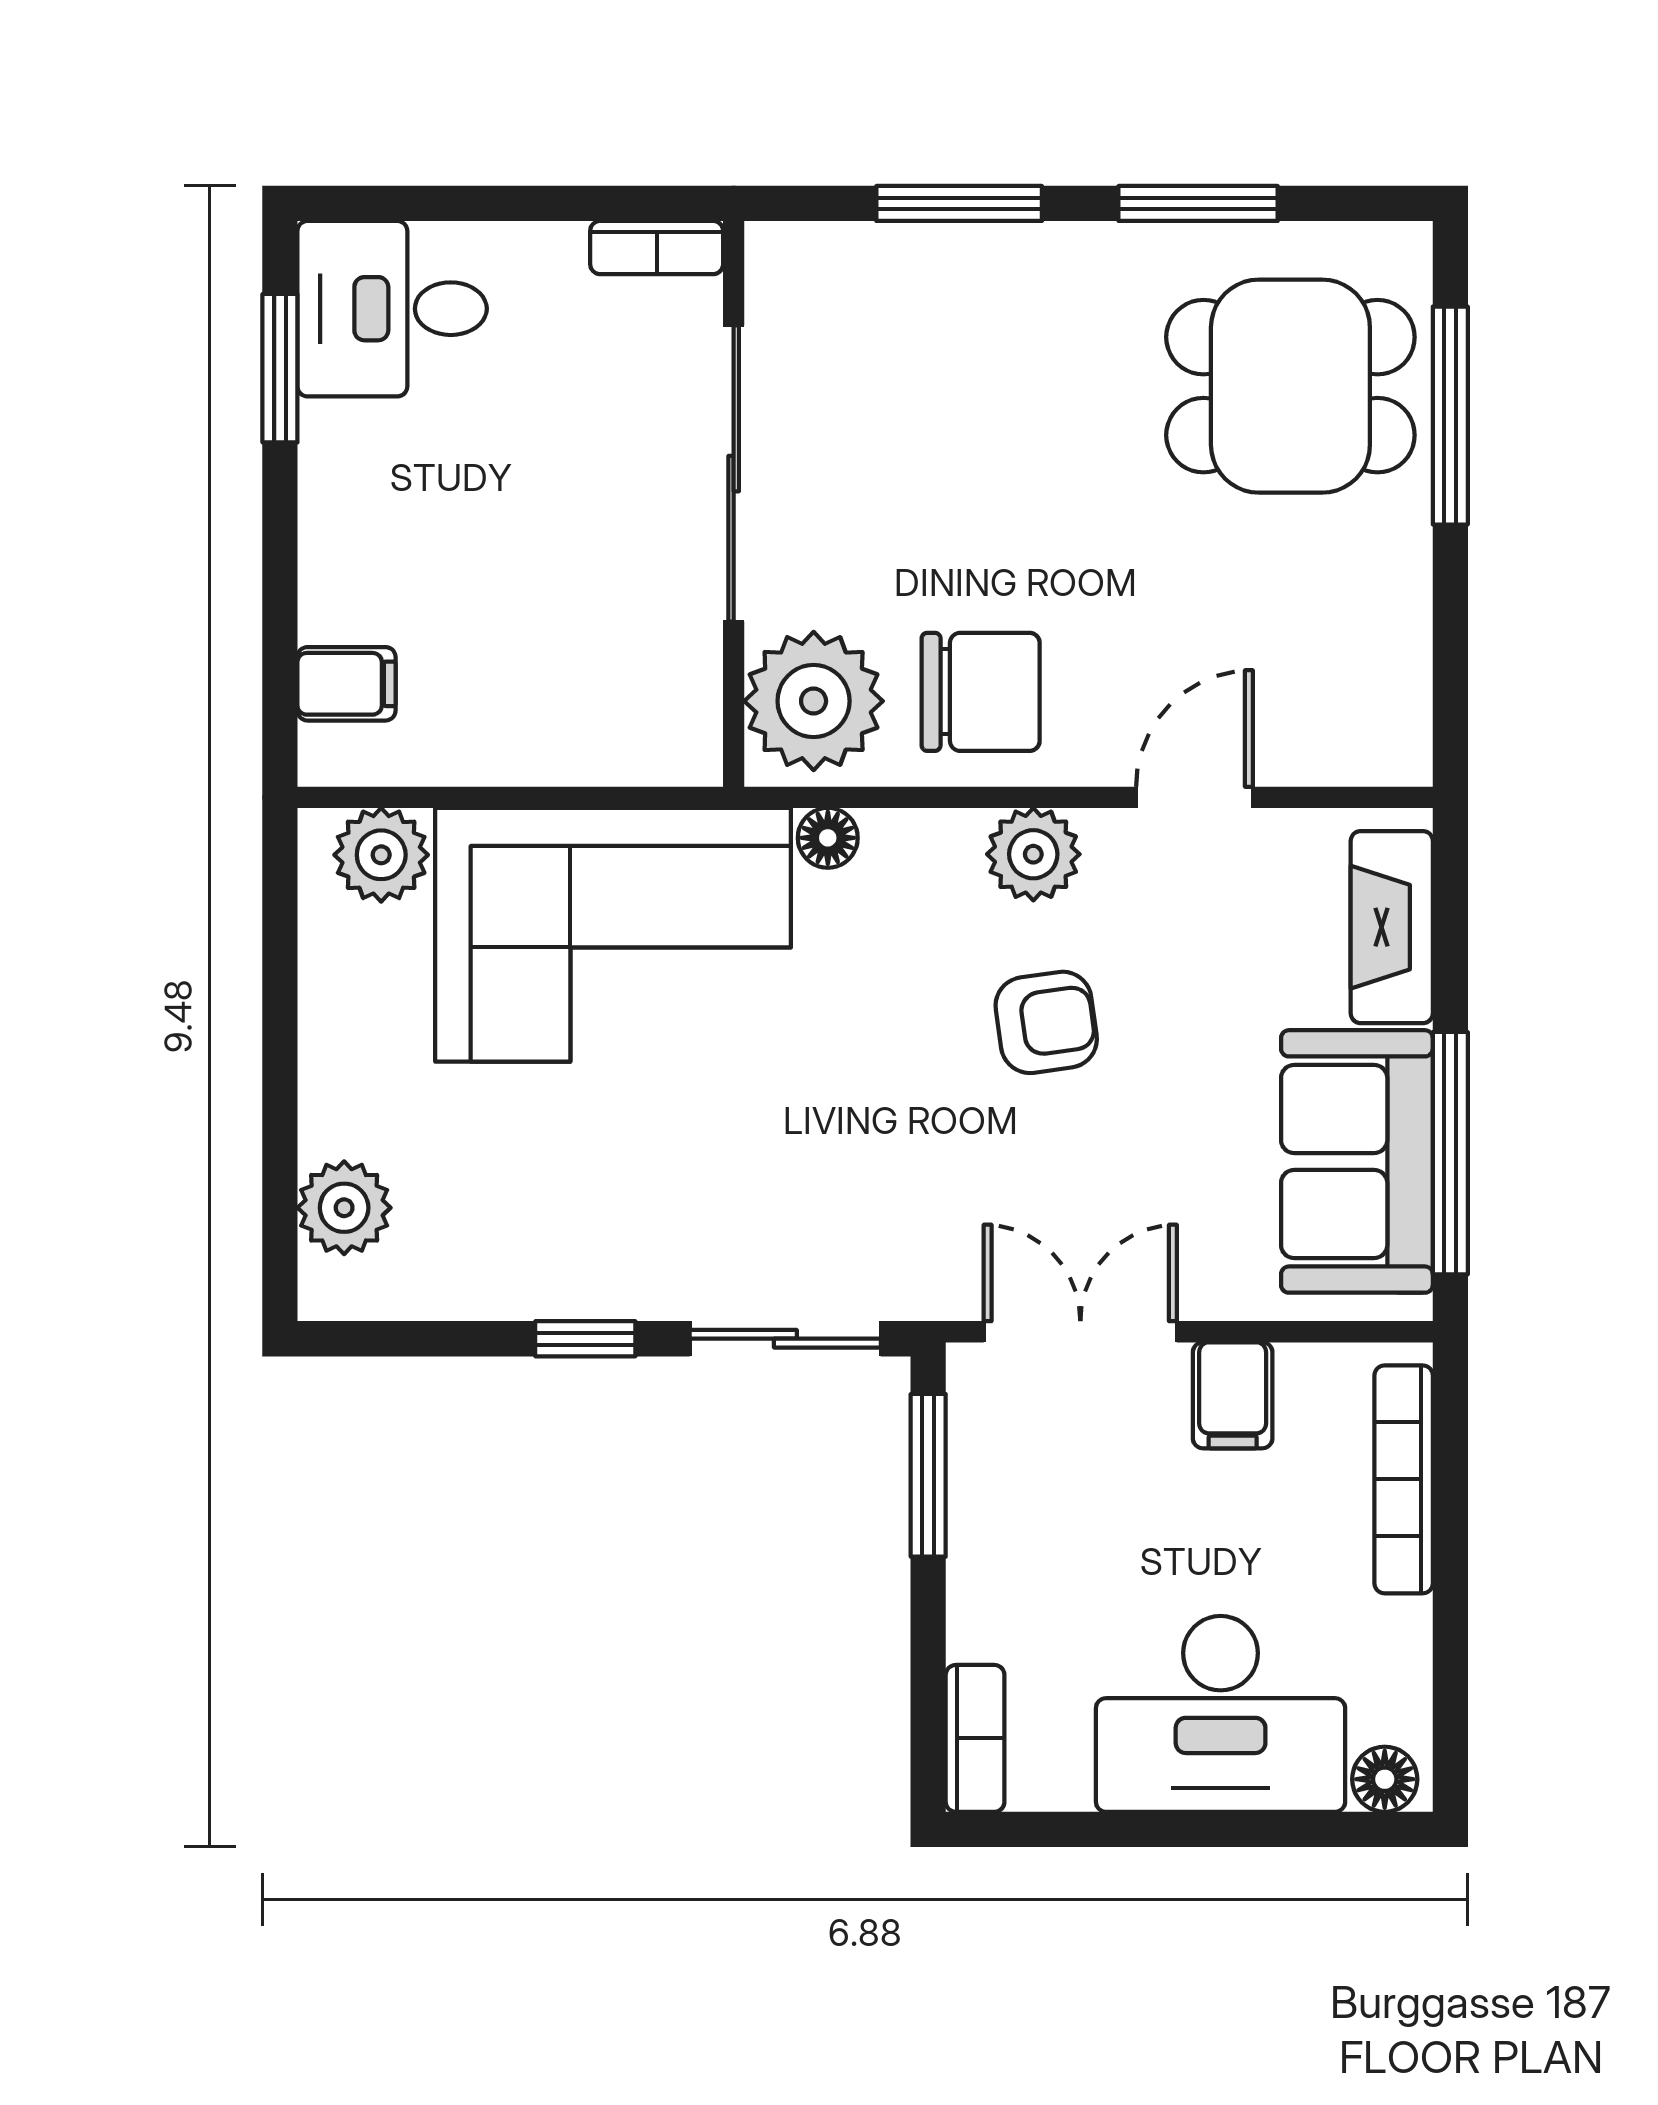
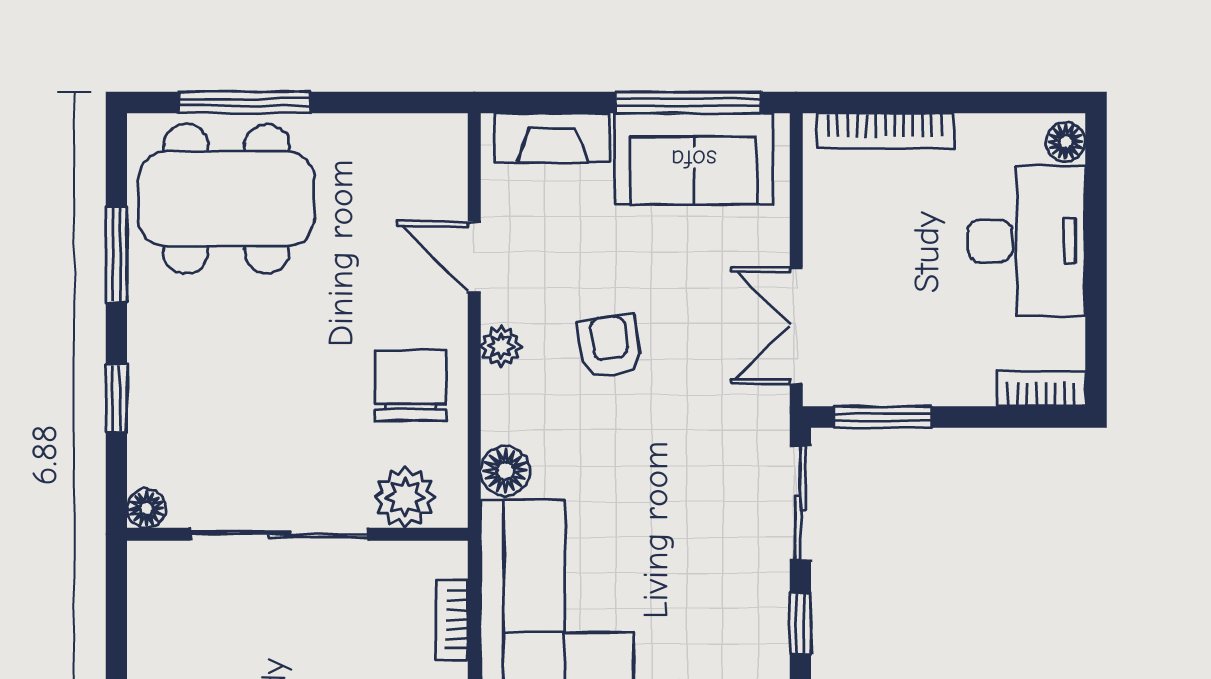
window: (959, 203) -> (116, 398), width x0.67
bookcase: (657, 248) -> (452, 620), moved, turned 180
floor lamp: (777, 253) -> (146, 508), added
dining table: (1290, 386) -> (226, 199), width x1.38
plant: (814, 701) -> (405, 497), width x0.73, depth x0.73
floor lamp: (828, 838) -> (505, 471), width x1.37, depth x1.37
plant: (1033, 854) -> (501, 346), width x0.73, depth x0.73
filing cabinet: (1233, 1395) -> (834, 234), removed

